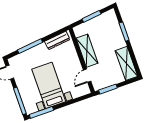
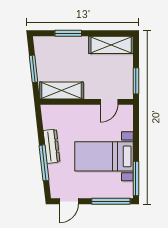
dresser: (57, 40) -> (52, 146), moved
shelving: (87, 51) -> (62, 90), moved
door: (87, 76) -> (109, 102), hinge flipped

